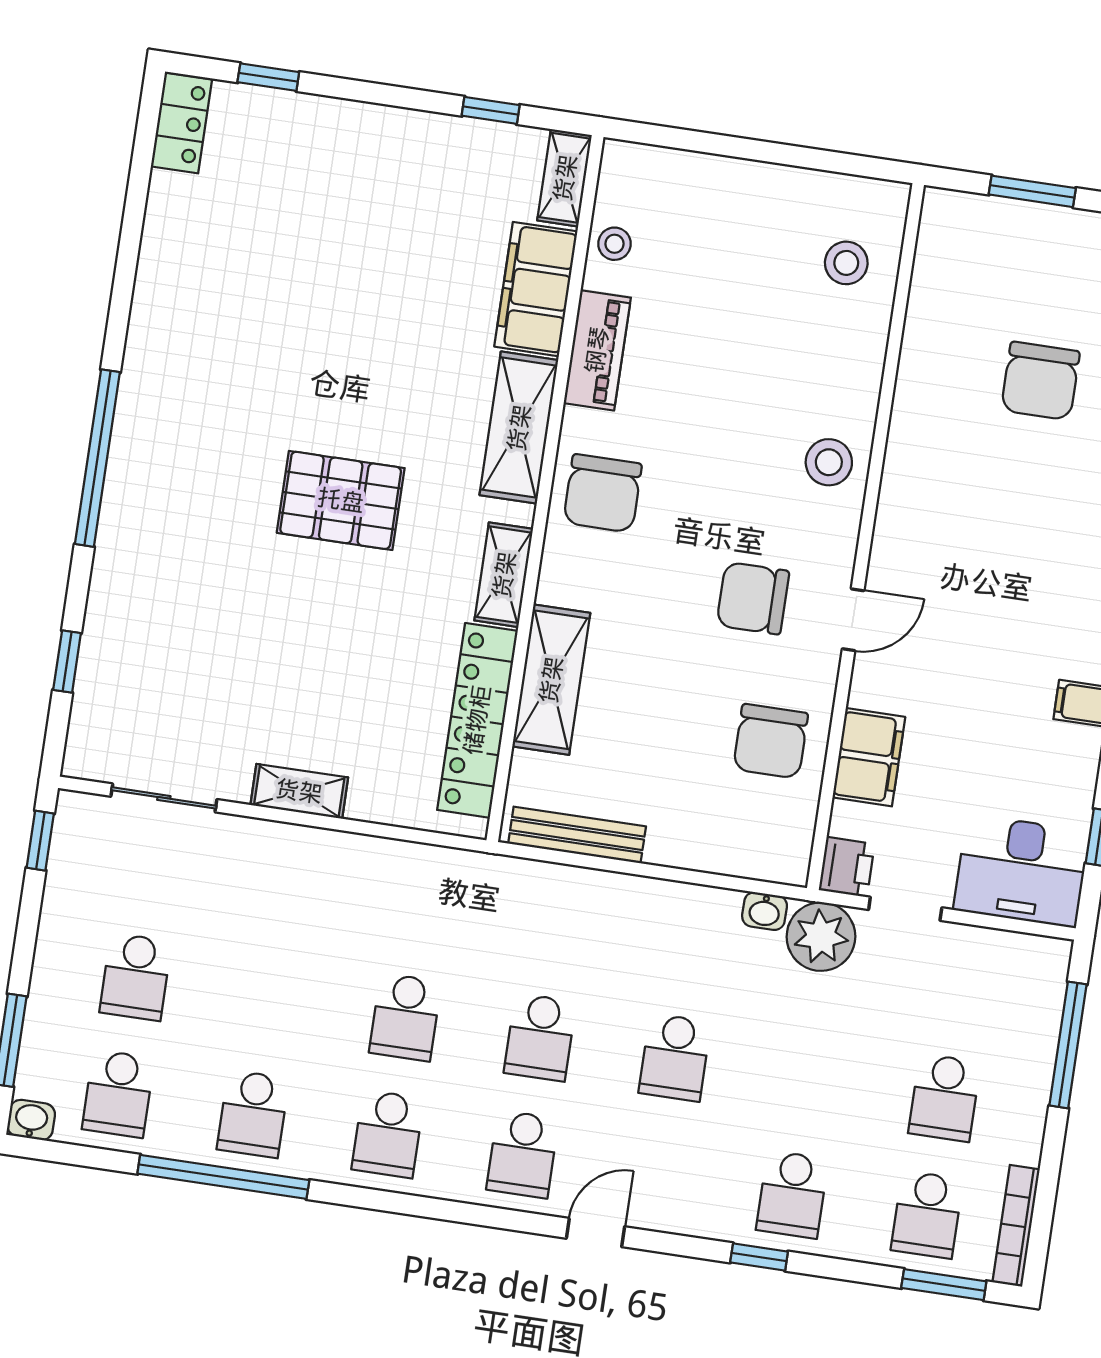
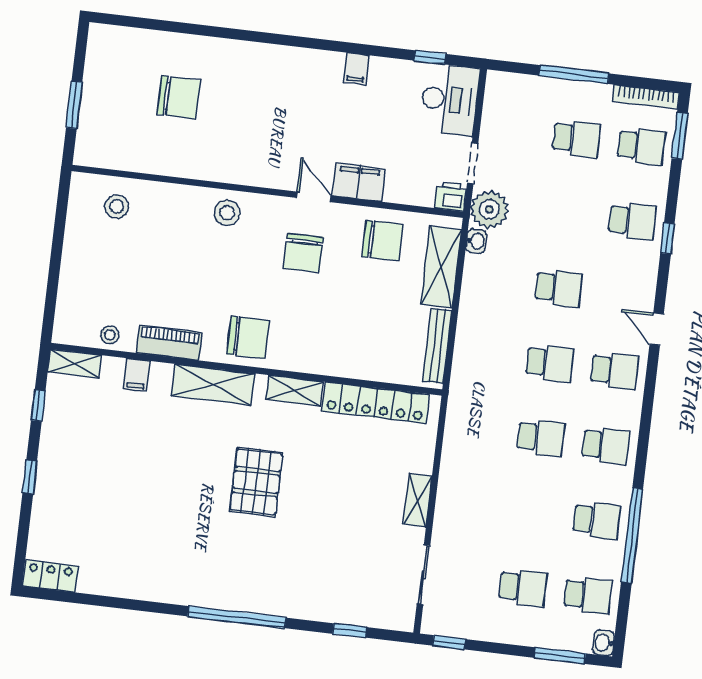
window: (268, 77) -> (30, 477), moved
filing cabinet: (536, 289) -> (137, 375), width x0.33, depth x0.86
shelving: (551, 680) -> (441, 267), moved, turned 90
filing cabinet: (869, 757) -> (359, 182), moved
window: (1068, 1045) -> (574, 74), moved

